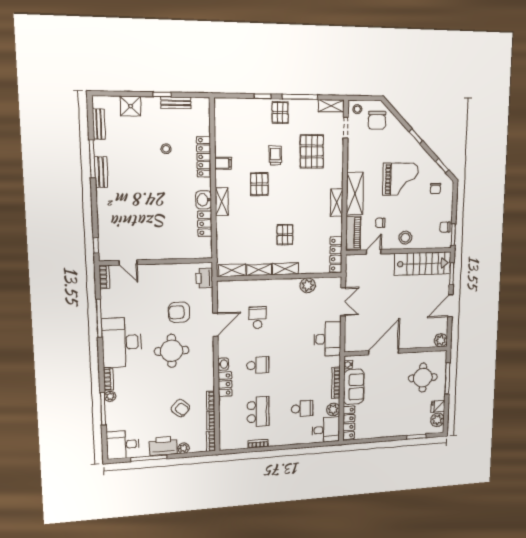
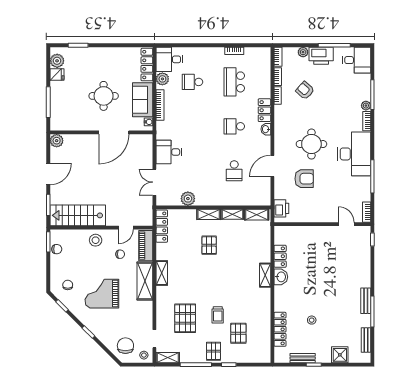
locker: (204, 157) -> (280, 329), moved
filing cabinet: (223, 163) -> (264, 308), removed
pallet: (259, 184) -> (238, 333), moved
desk: (327, 339) -> (169, 152), width x0.73
round table: (423, 378) -> (104, 96), moved

